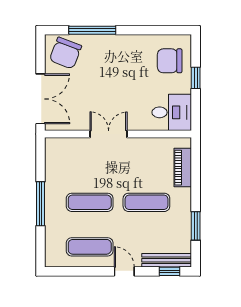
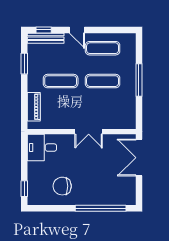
window: (92, 30) -> (101, 208), width x1.46
chair: (65, 53) -> (120, 191), removed
chair: (170, 61) -> (62, 186), moved, turned 180
window: (196, 78) -> (24, 189), moved

